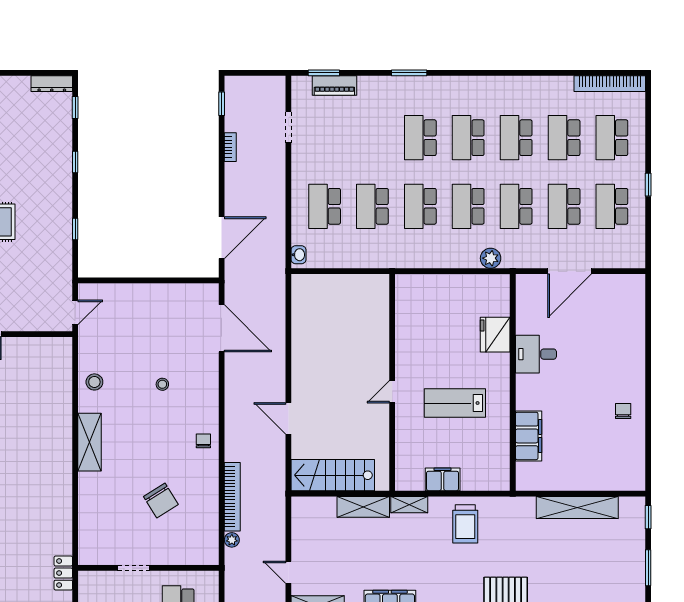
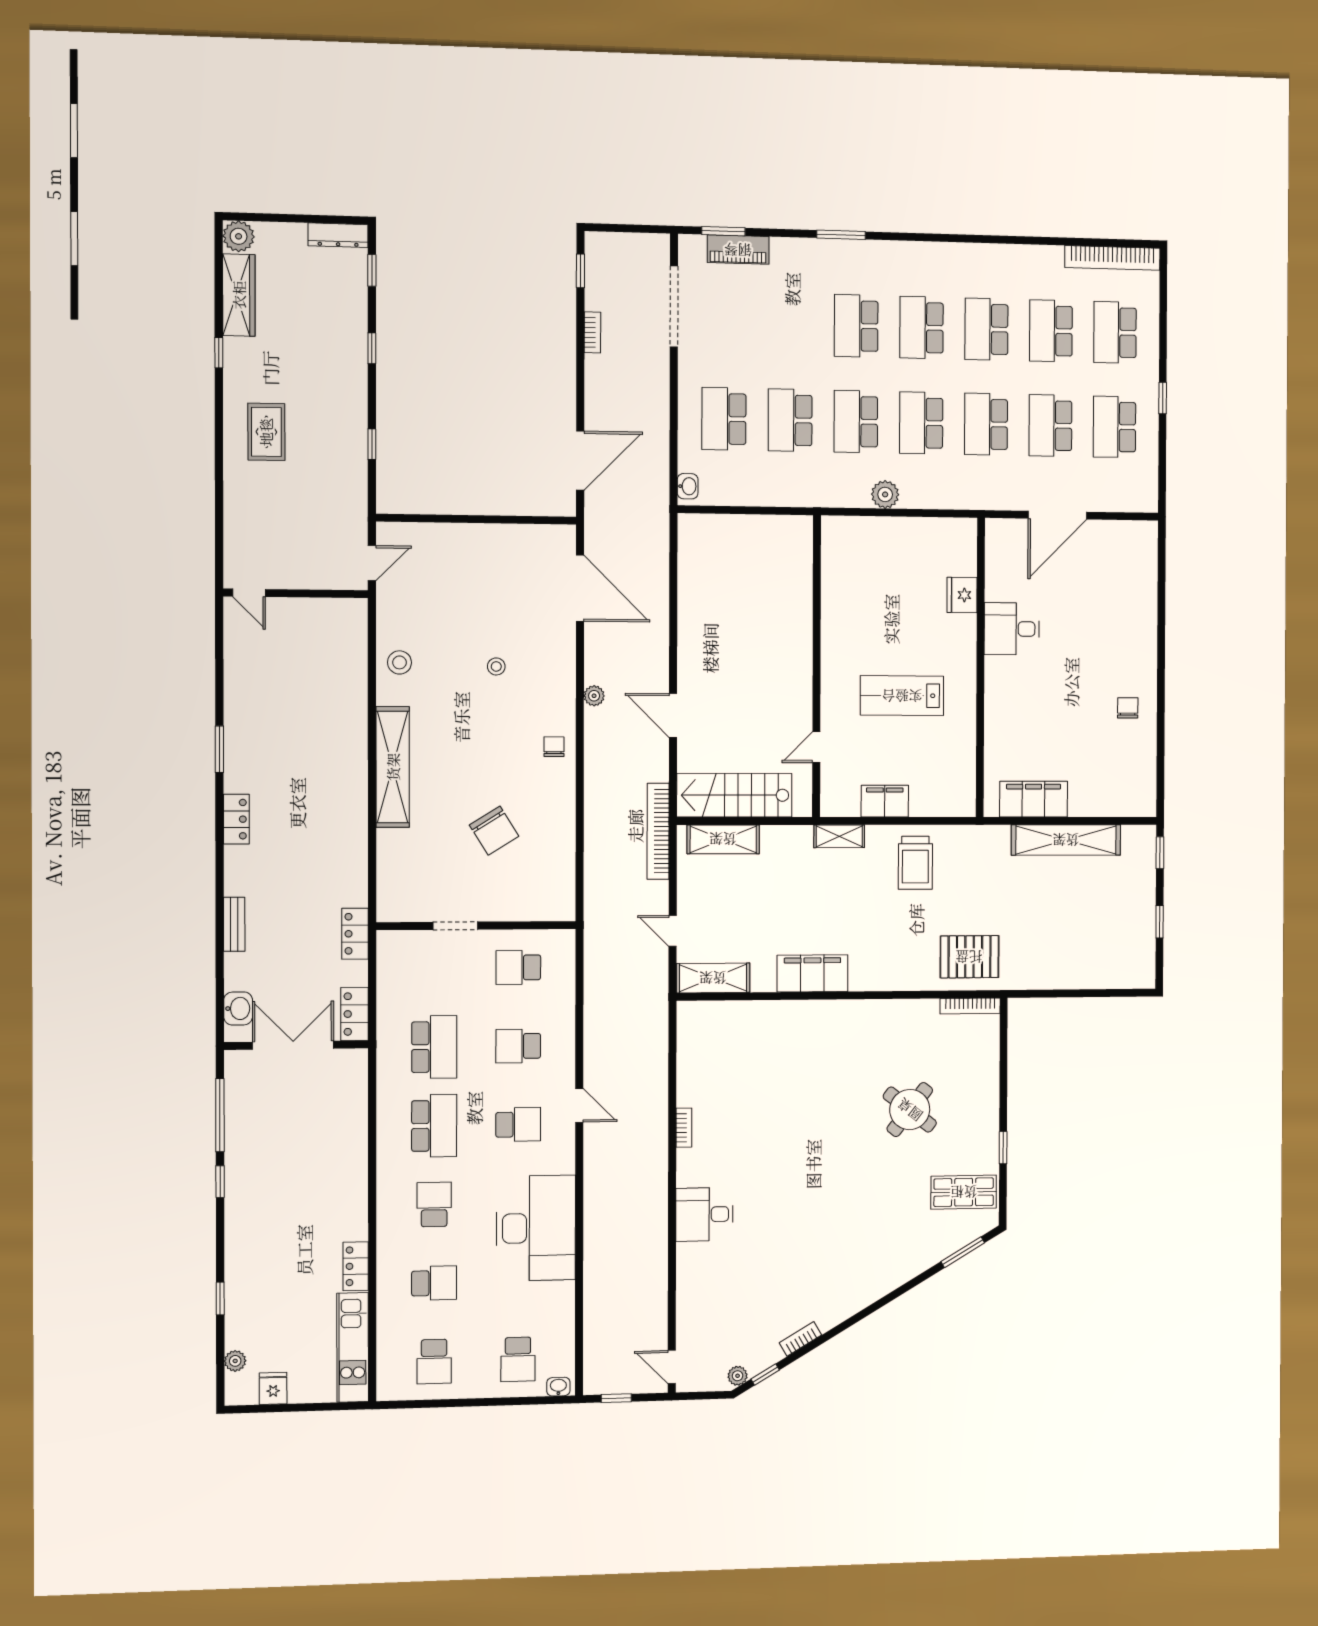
doorway: (288, 127) -> (674, 306), width x1.88
plant: (491, 258) -> (885, 494), moved
fridge: (495, 335) -> (962, 595), width x0.73, depth x0.75
door: (392, 392) -> (816, 747), moved
filing cabinet: (529, 436) -> (1033, 799), moved, turned -90
shelving: (90, 442) -> (393, 767), width x1.47
bookcase: (232, 497) -> (658, 831), moved, turned 180
shelving: (363, 507) -> (723, 839), moved
plant: (232, 540) -> (594, 696), moved
window: (648, 568) -> (1160, 922), width x0.67

